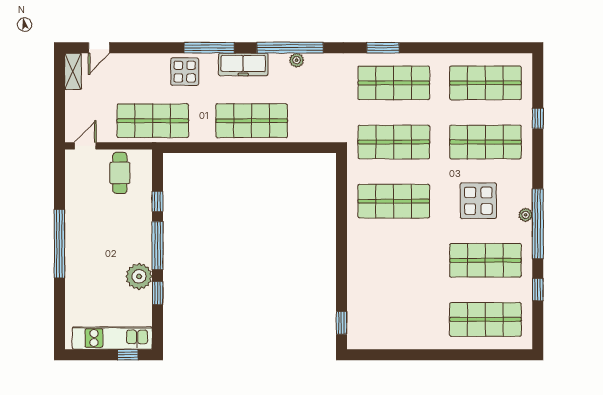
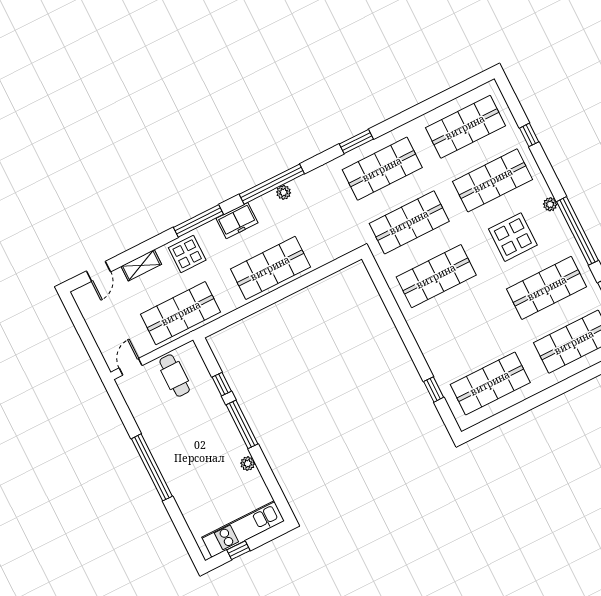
freezer: (243, 64) -> (237, 221), width x0.71
shelving: (73, 71) -> (141, 265), moved, turned 90
plant: (526, 215) -> (550, 204), moved
plant: (139, 276) -> (248, 464), width x0.53, depth x0.53
window: (158, 293) -> (264, 467), removed
shop shelf: (394, 319) -> (490, 383), added
window: (341, 323) -> (434, 389), moved
window: (128, 355) -> (238, 550), moved

